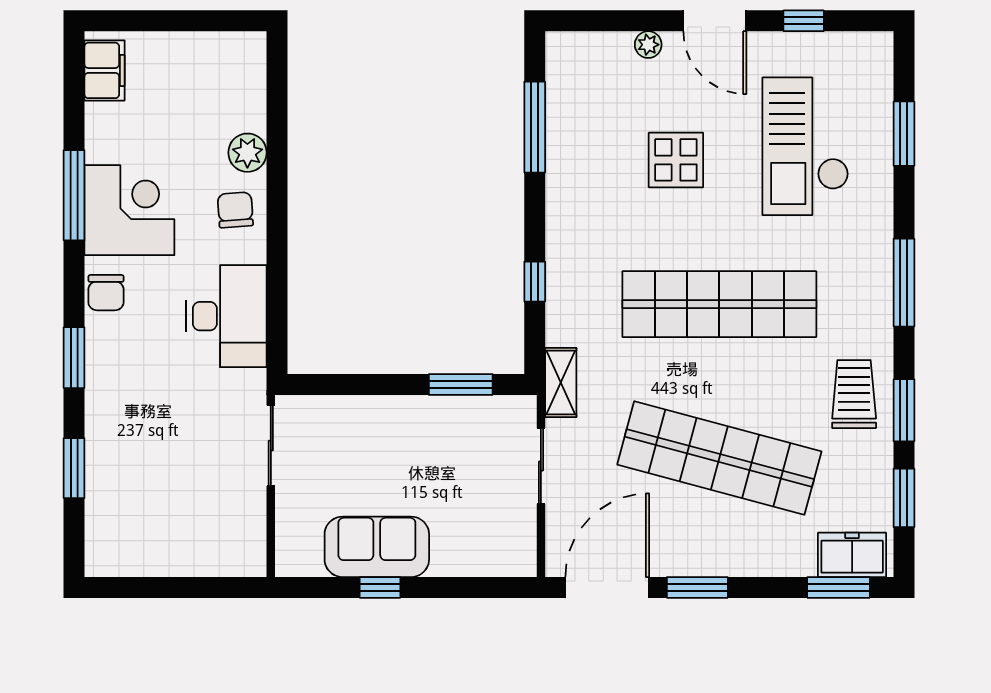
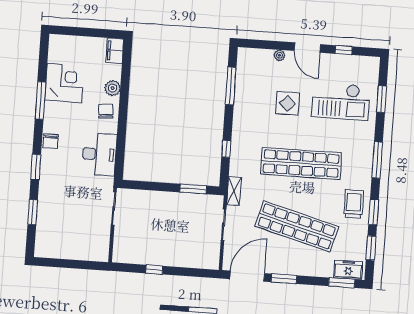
filing cabinet: (105, 70) -> (115, 51), moved, turned 180
checkout: (805, 146) -> (341, 101), turned -90
corner desk: (129, 210) -> (64, 83), moved
sofa: (377, 547) -> (154, 253), removed

